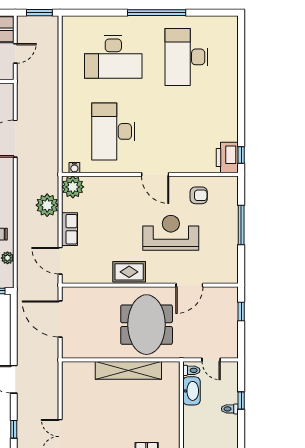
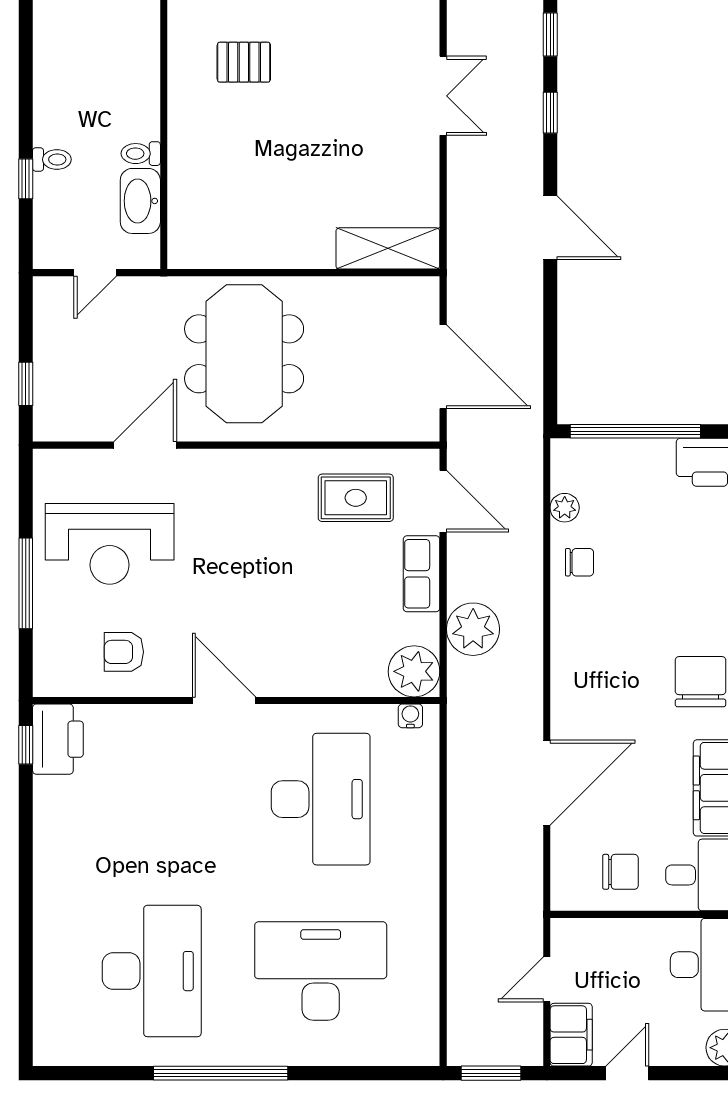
reception desk: (171, 233) -> (110, 544), moved
rug: (129, 272) -> (356, 498), moved
door: (211, 360) -> (95, 273), swing flipped
shelving: (128, 370) -> (388, 248), moved, width x0.68
toilet: (191, 370) -> (141, 154), moved

